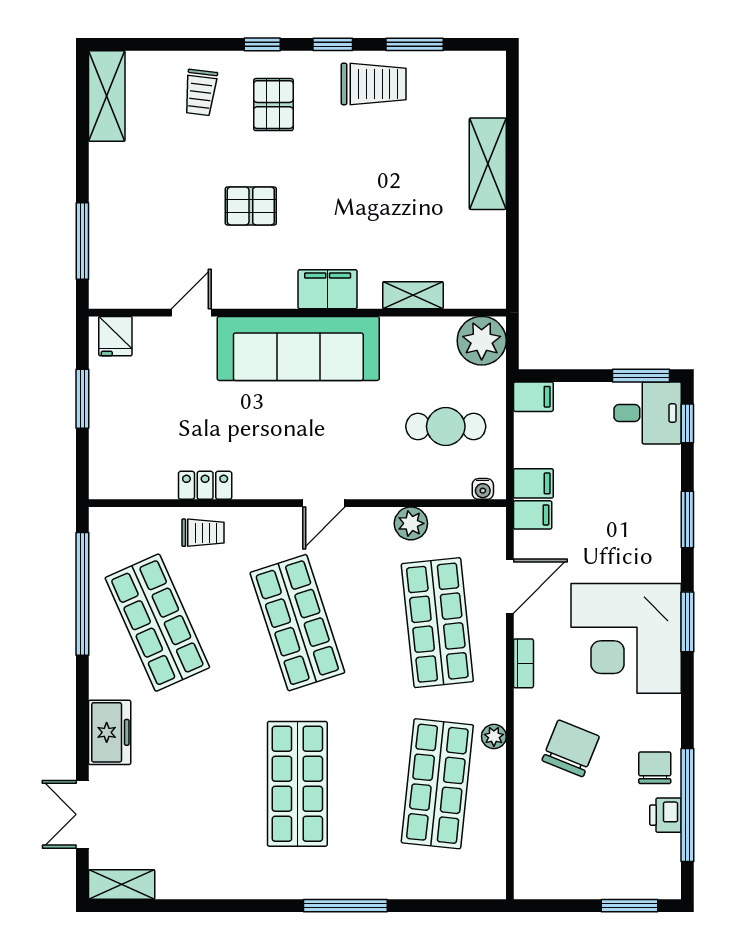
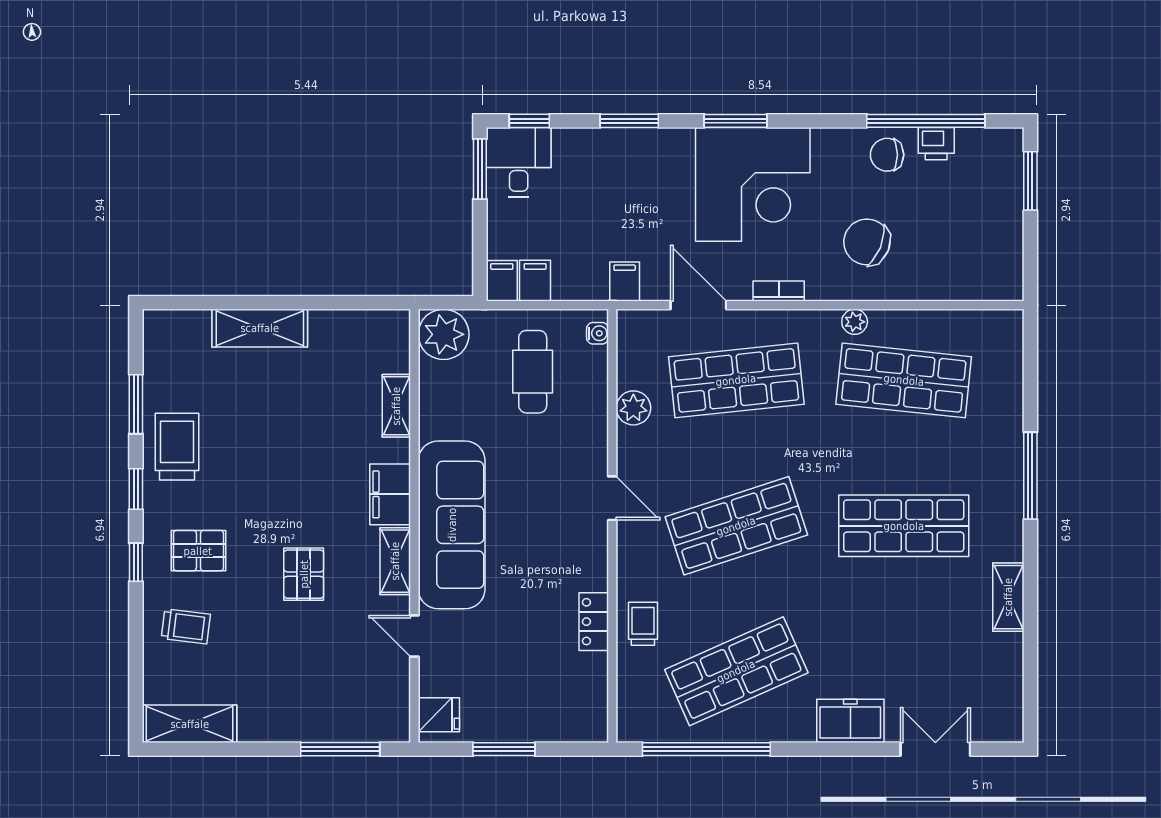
shelving: (263, 294) -> (395, 561), added
filing cabinet: (533, 483) -> (535, 281), moved
double door: (82, 814) -> (935, 749), swing flipped
shelving: (122, 885) -> (1008, 597), moved

